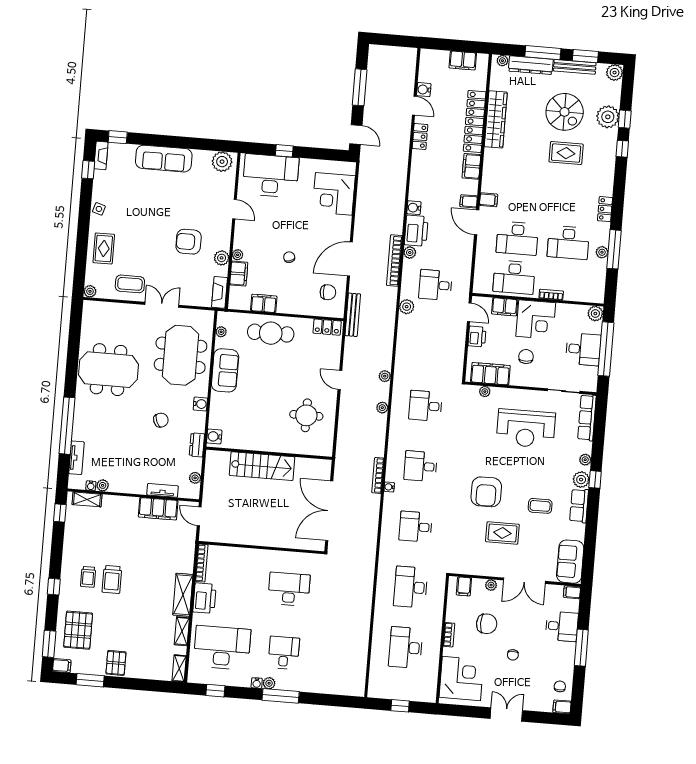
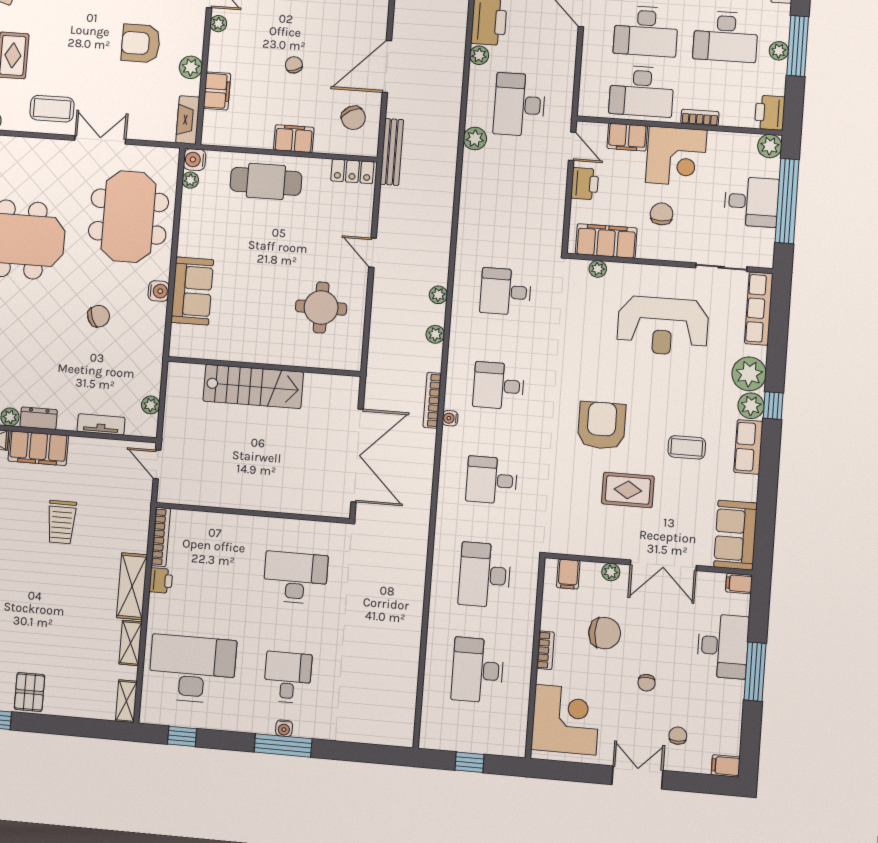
plant: (238, 255) -> (218, 24), moved
bookcase: (394, 261) -> (455, 68), removed
desk: (436, 285) -> (519, 105), width x1.37
chair: (328, 292) -> (353, 118), turned 63
printer: (596, 292) -> (770, 113), added
filing cabinet: (264, 303) -> (294, 139), moved
sofa: (225, 370) -> (192, 291), moved
plant: (385, 376) -> (435, 334), moved
water cooler: (214, 436) -> (195, 160), moved
dresser: (197, 445) -> (39, 418), moved, turned 90
plant: (585, 460) -> (749, 374), width x1.87, depth x1.87
armchair: (486, 492) -> (602, 425), turned 180
filing cabinet: (158, 509) -> (38, 448), moved
double door: (329, 511) -> (357, 455), swing flipped
trolley: (112, 579) -> (62, 522), moved
printer: (204, 598) -> (161, 581), width x0.53, depth x0.68
desk: (562, 626) -> (723, 646), width x1.37
water cooler: (257, 683) -> (284, 728), moved
plant: (269, 683) -> (265, 725), removed
chair: (560, 686) -> (678, 736), moved

